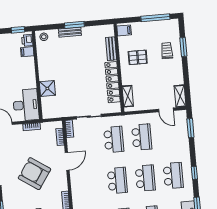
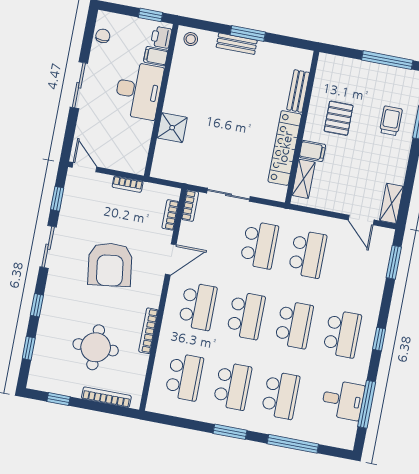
filing cabinet: (124, 30) -> (312, 151), moved
pallet: (138, 57) -> (339, 118), turned 90
desk: (26, 105) -> (139, 90), moved
armchair: (34, 174) -> (110, 265), turned -132
school desk: (89, 183) -> (198, 306), added

